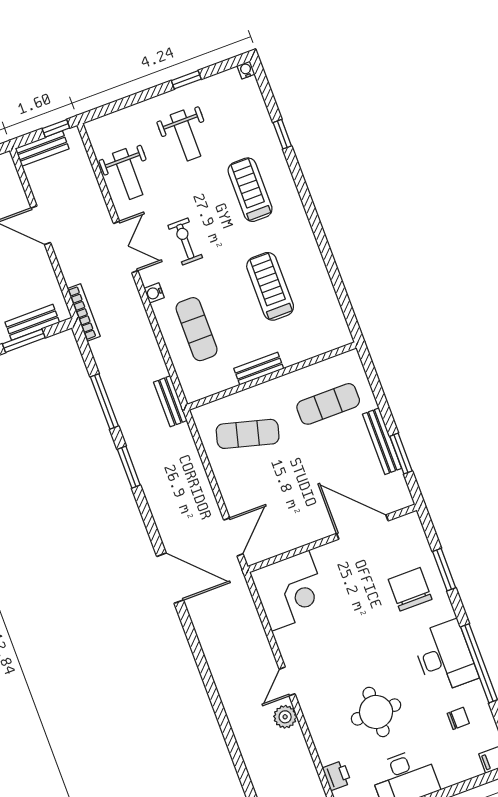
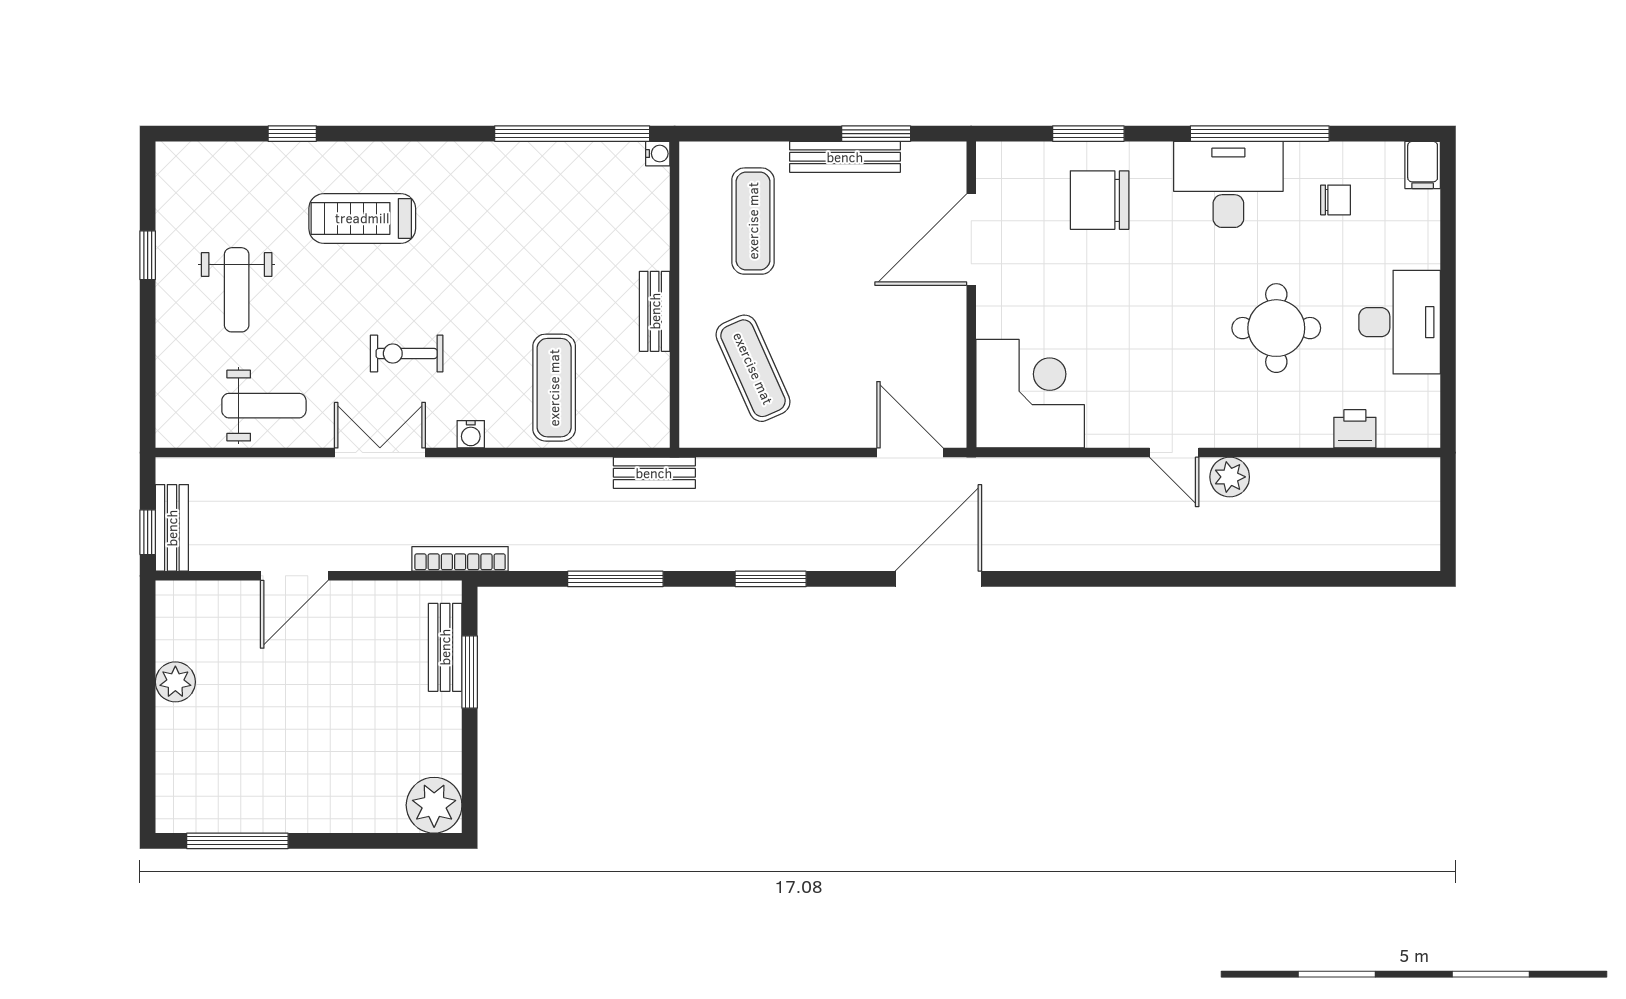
water cooler: (246, 70) -> (658, 154), moved, turned 180
window: (56, 128) -> (148, 532), moved
weight bench: (185, 135) -> (237, 290), turned 90
treadmill: (270, 286) -> (529, 244), removed
window: (339, 287) -> (572, 134), added
exercise mat: (197, 329) -> (554, 388), turned 90
exercise mat: (248, 434) -> (753, 368), turned -39
window: (129, 467) -> (771, 579), moved
chair: (458, 718) -> (1336, 200), turned 90

